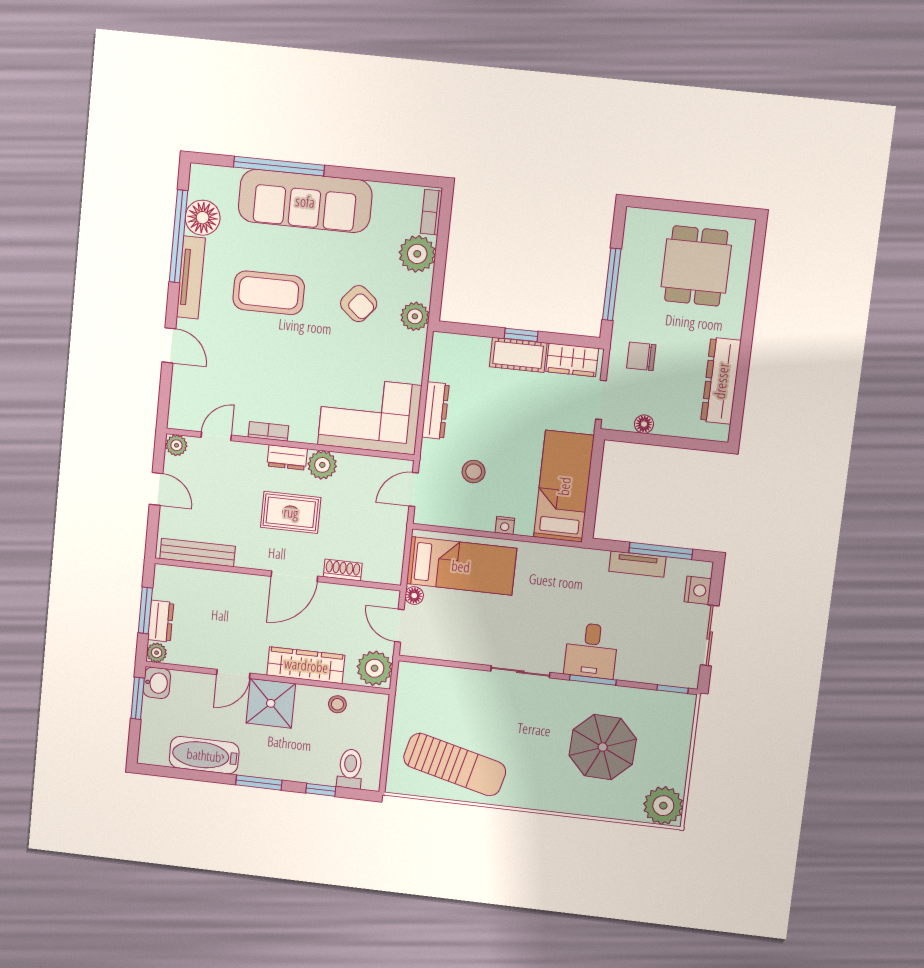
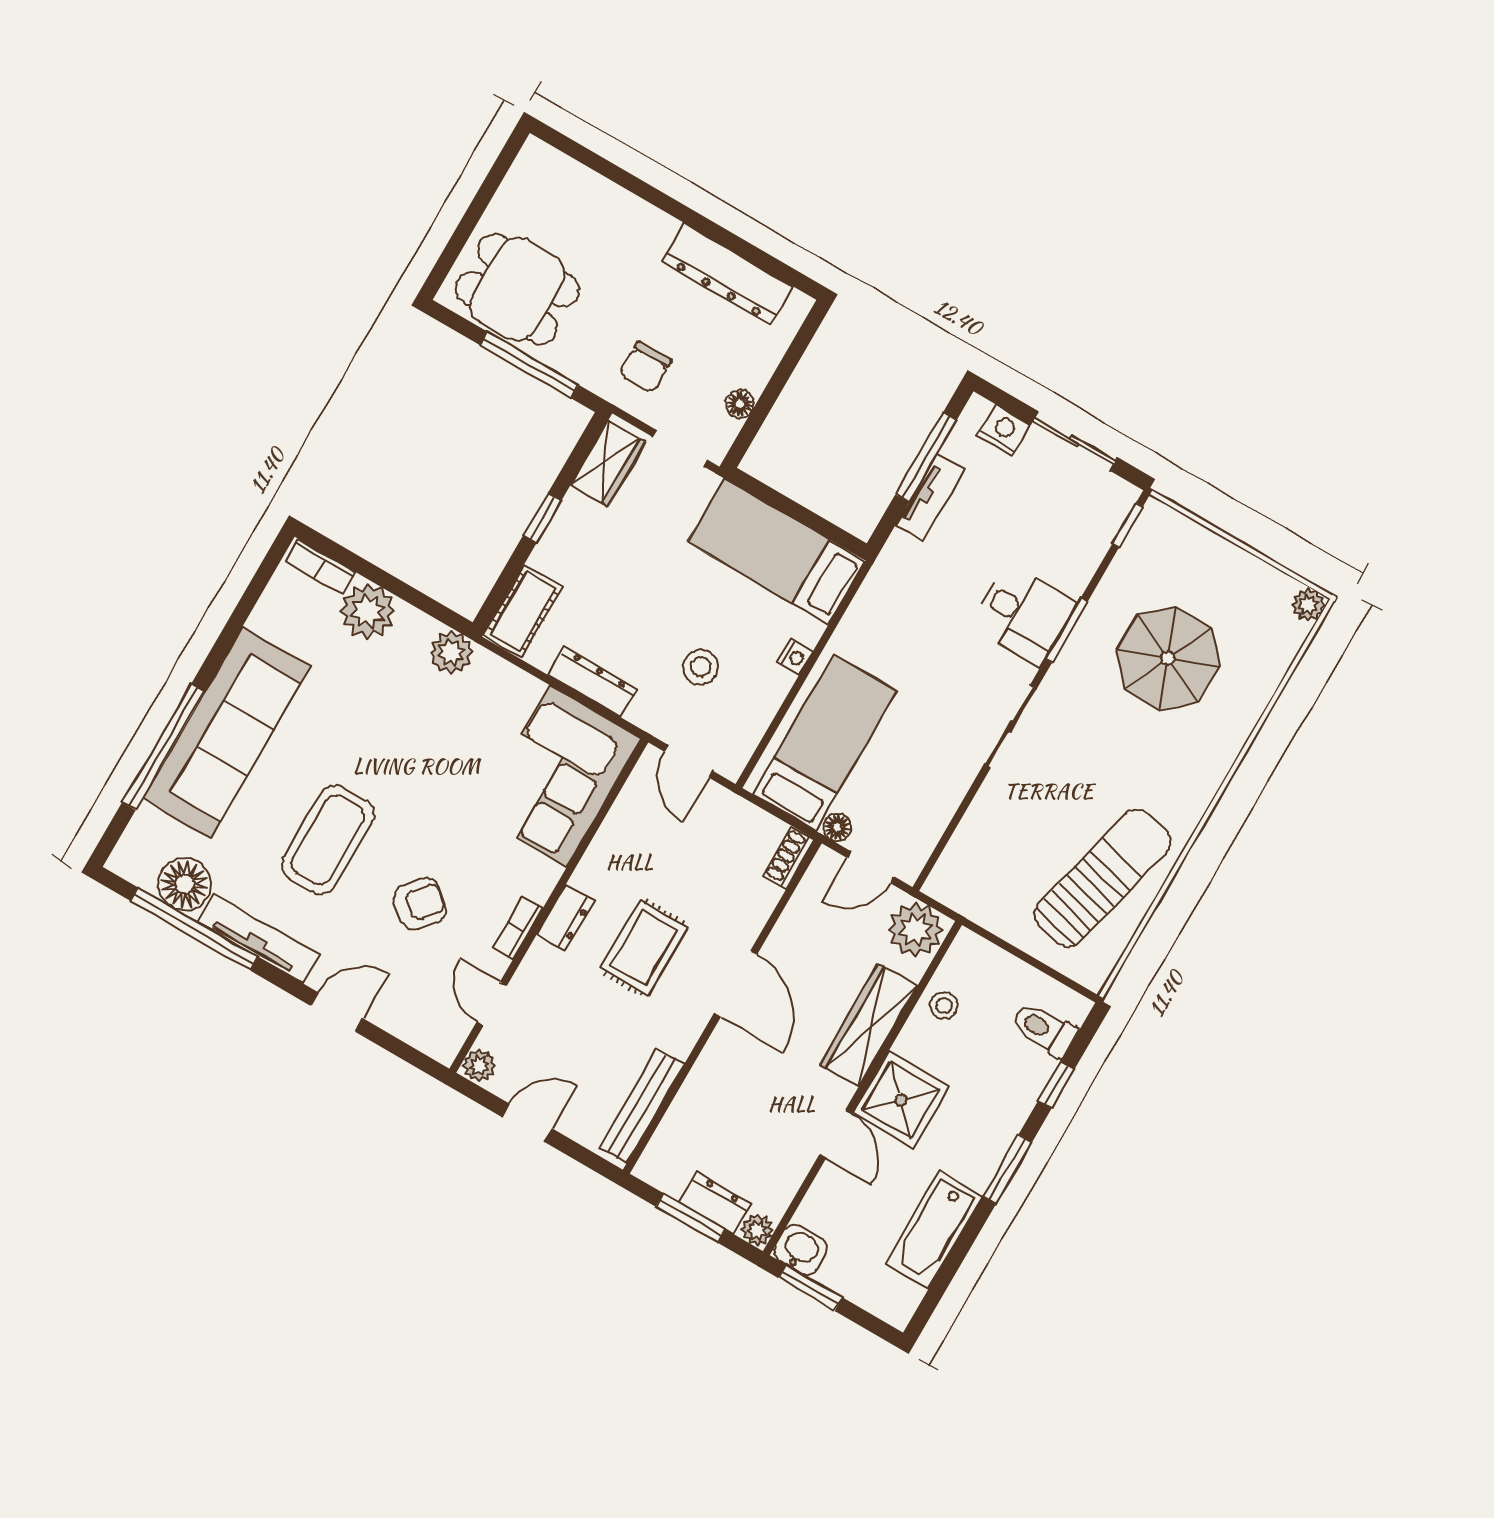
dining table: (696, 266) -> (517, 289), moved
armchair: (359, 304) -> (420, 904), moved
cot: (518, 355) -> (523, 611), moved
plant: (322, 465) -> (598, 873), removed
shoe rack: (343, 570) -> (789, 857), moved
plant: (663, 806) -> (1308, 605), width x0.53, depth x0.53

